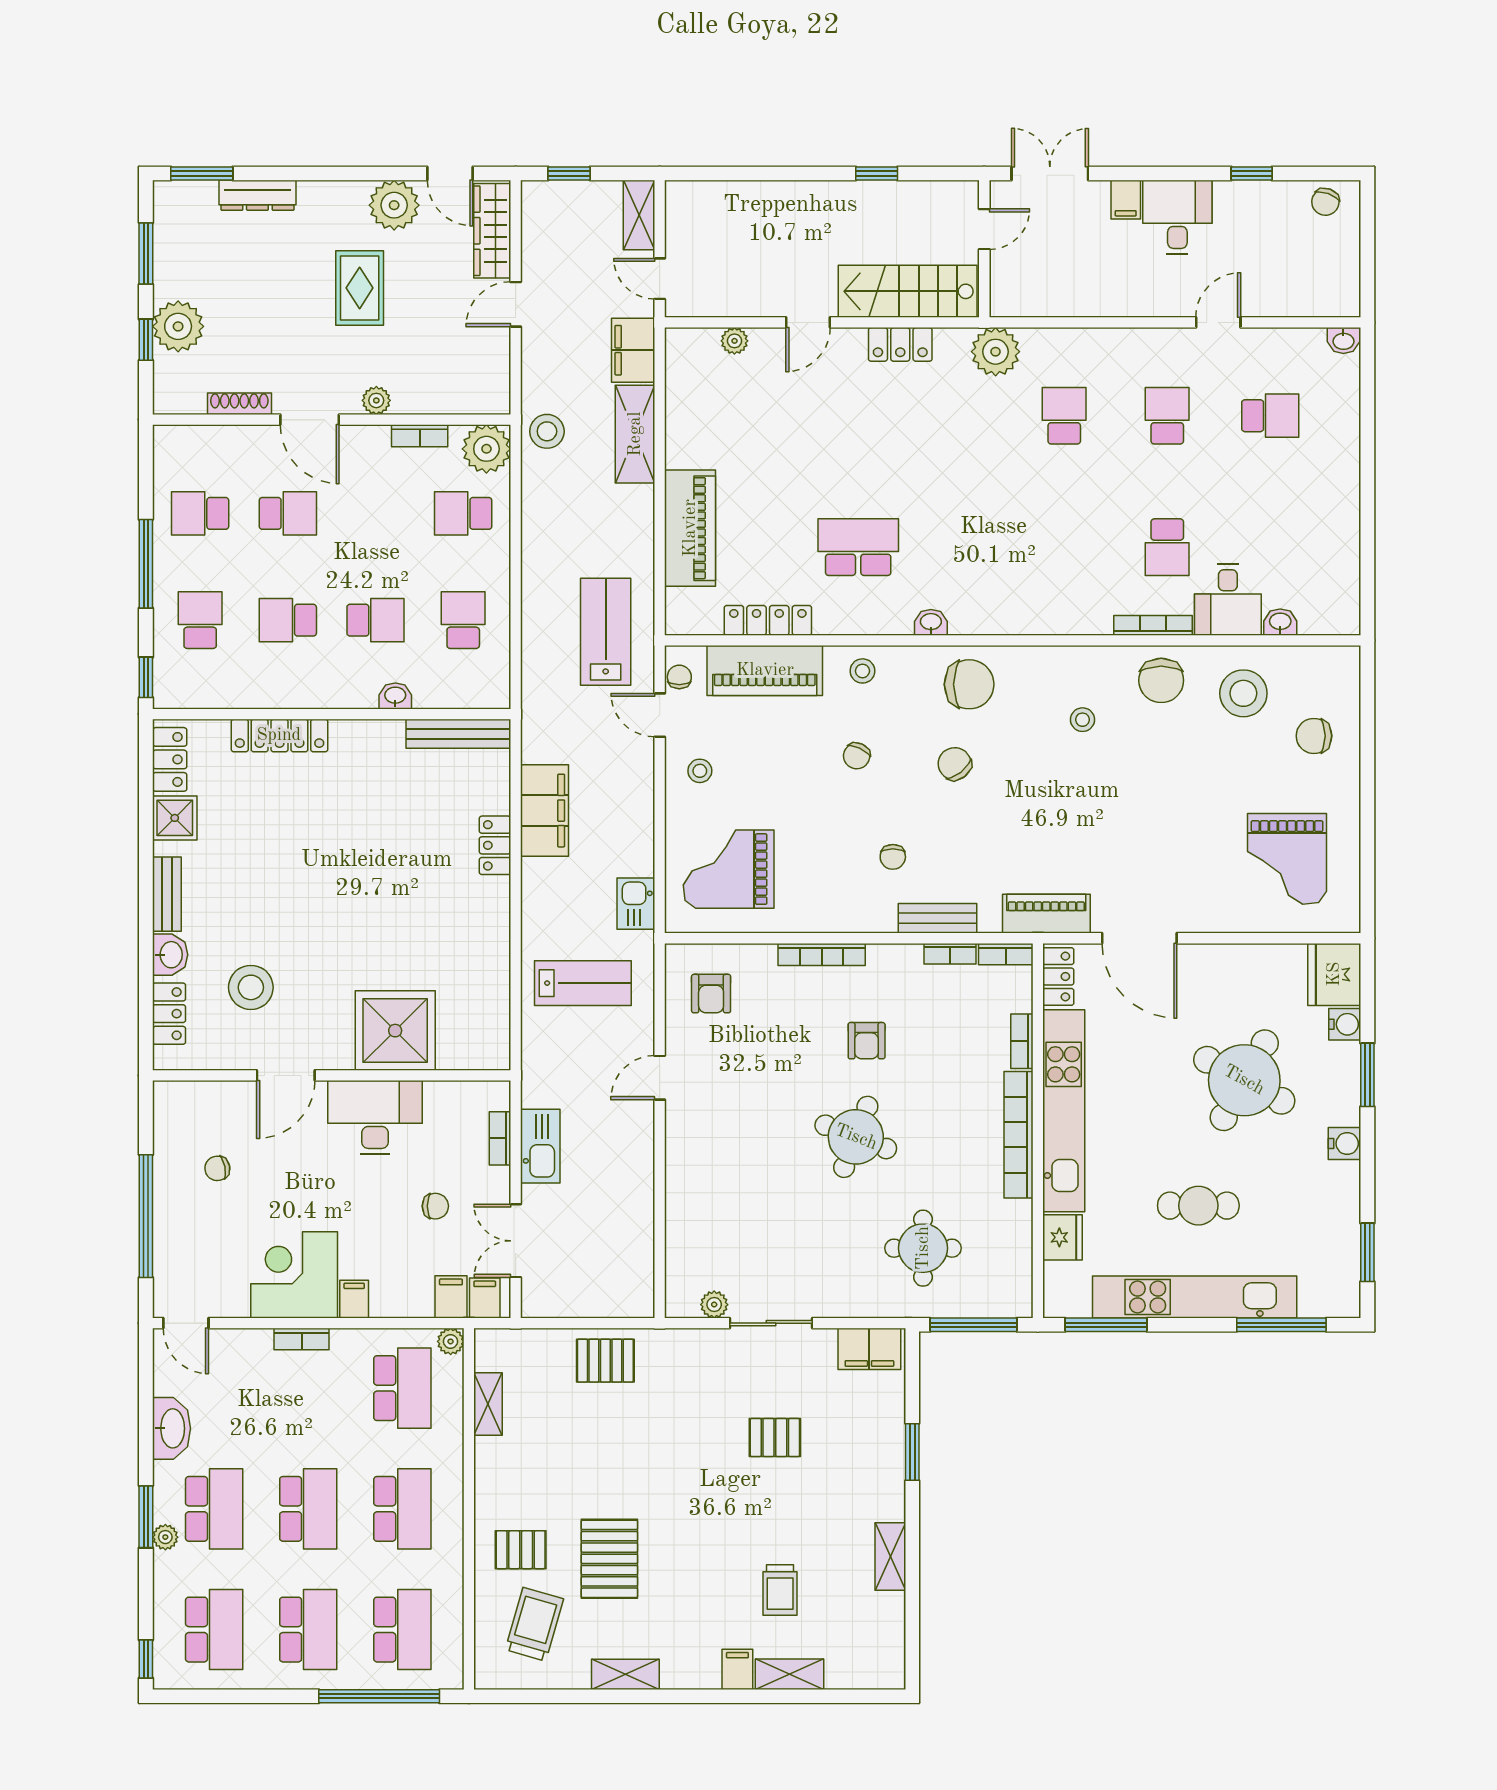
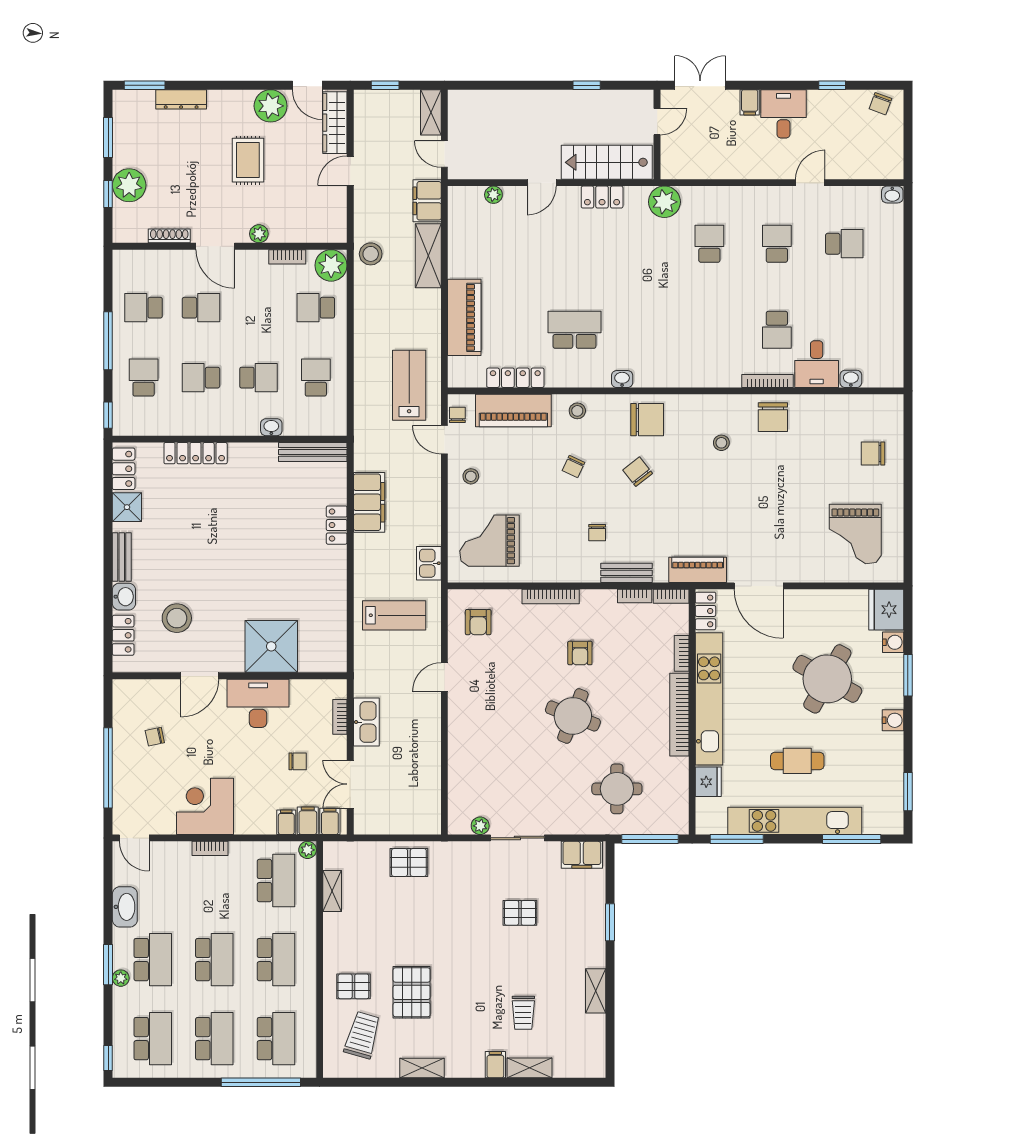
stool: (1243, 693) -> (827, 426), removed
filing cabinet: (354, 1299) -> (286, 822), moved

